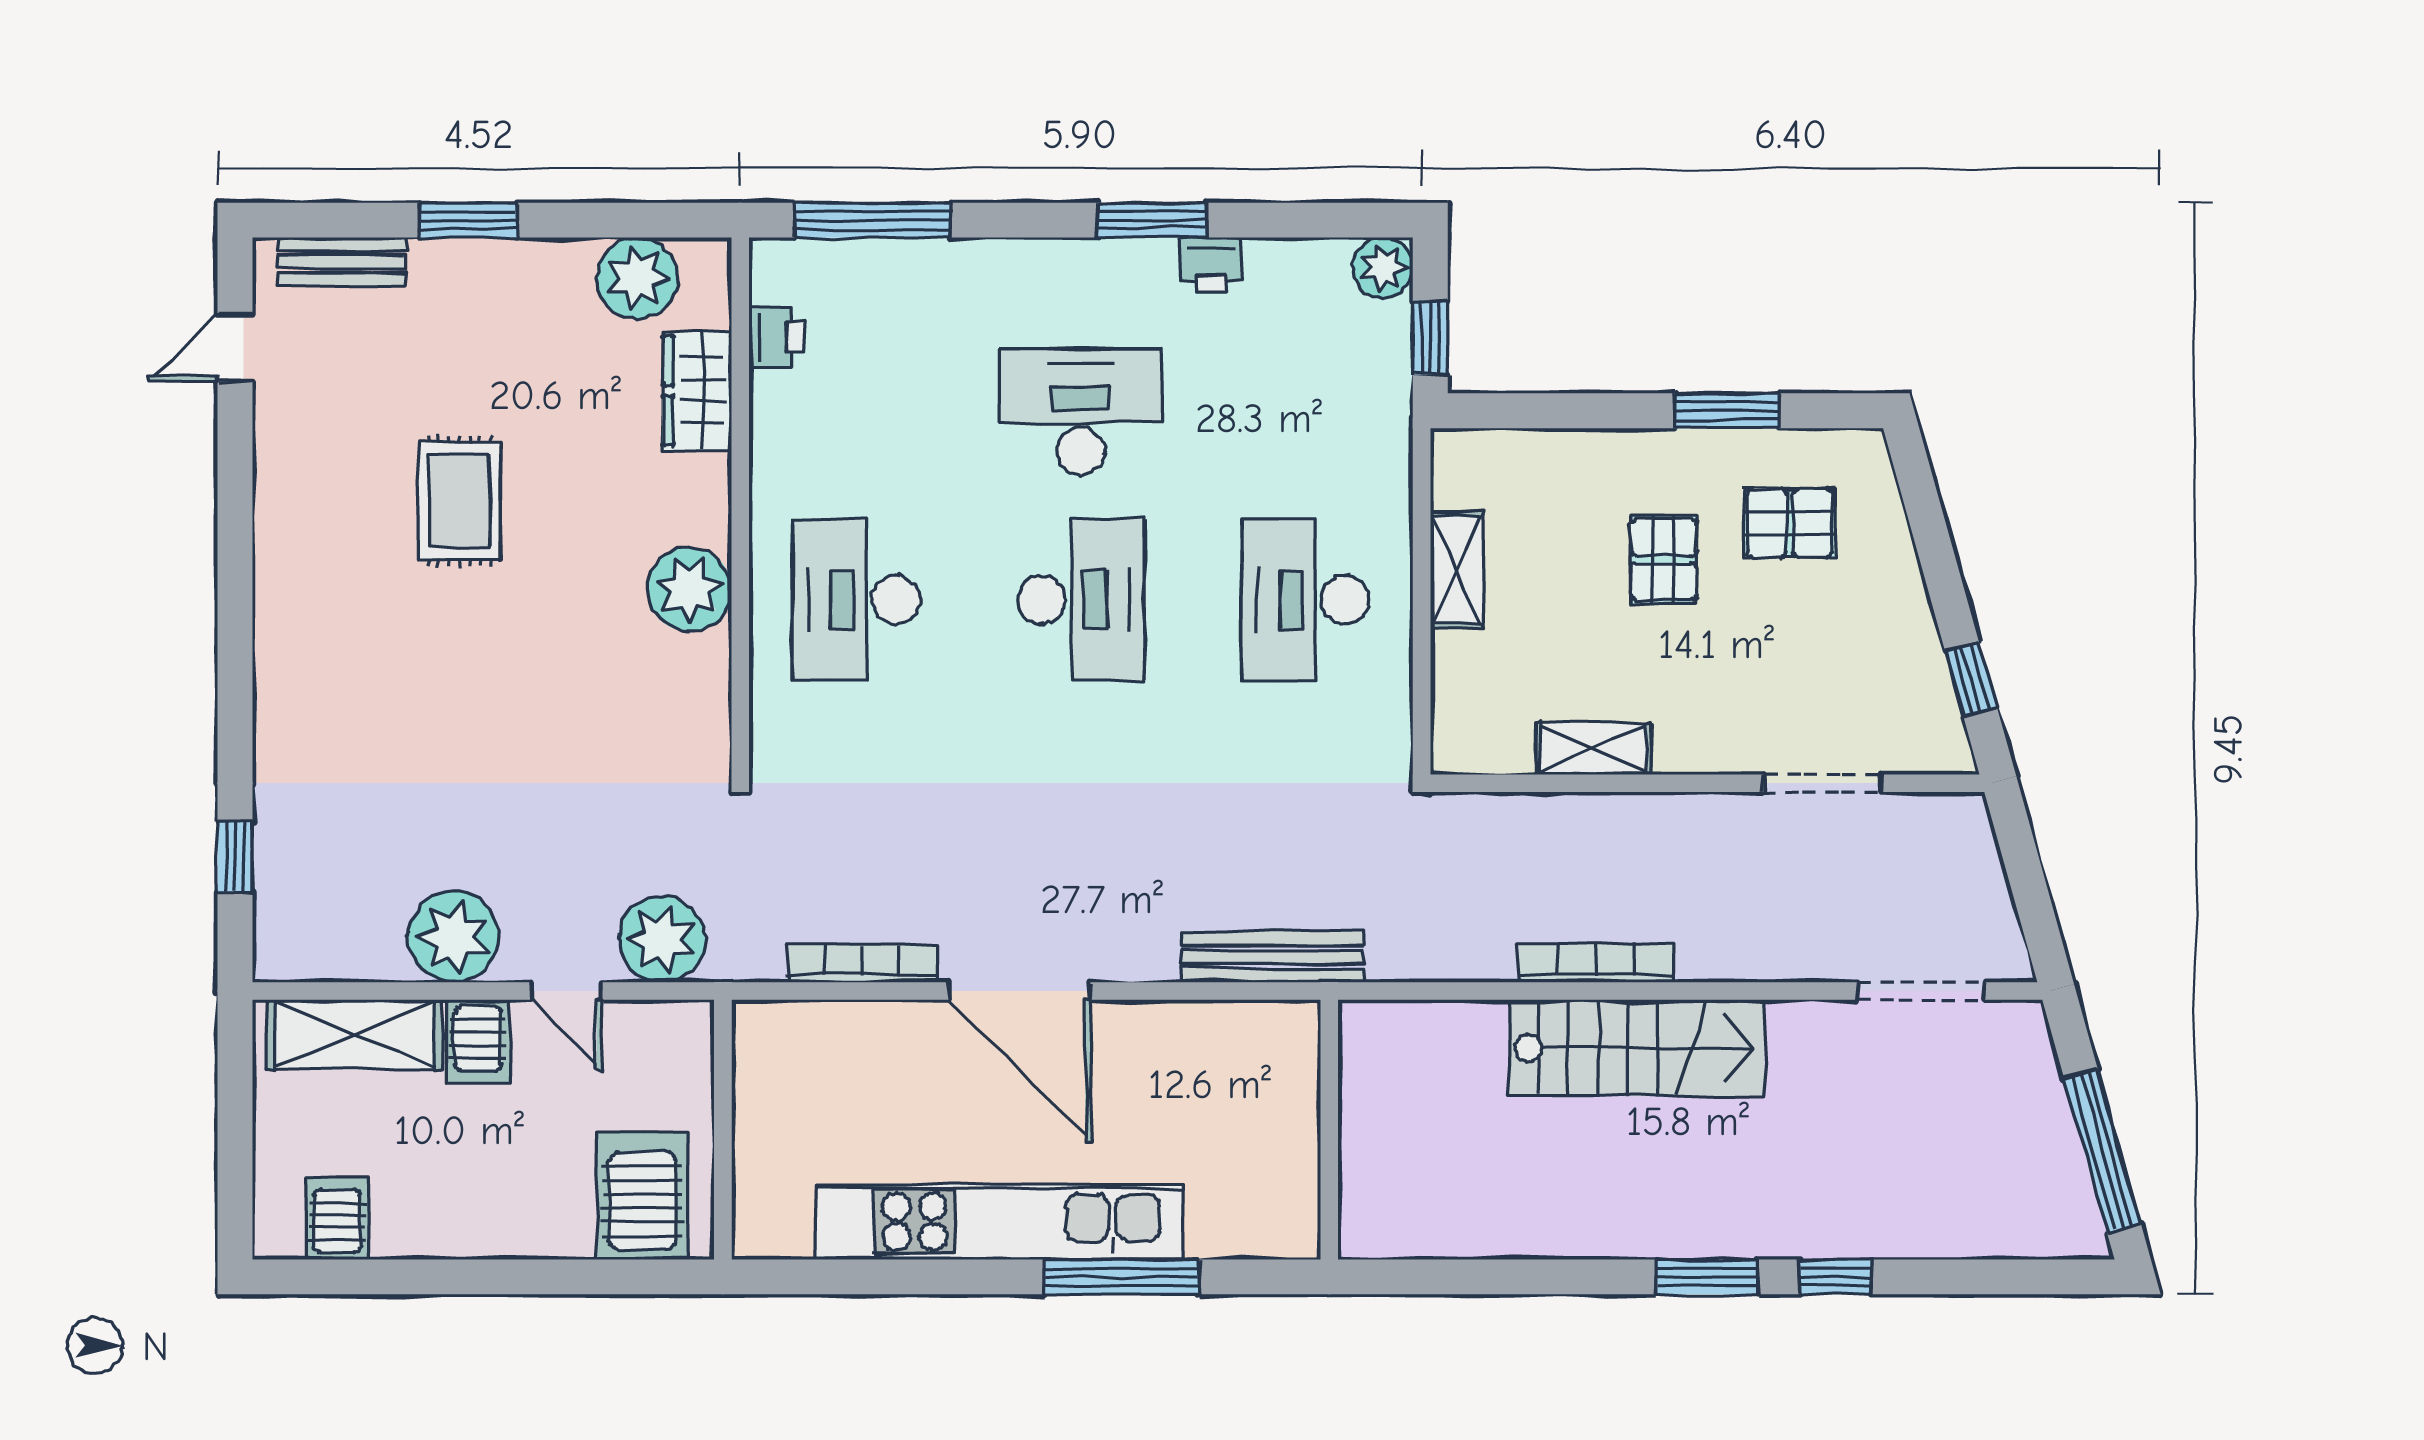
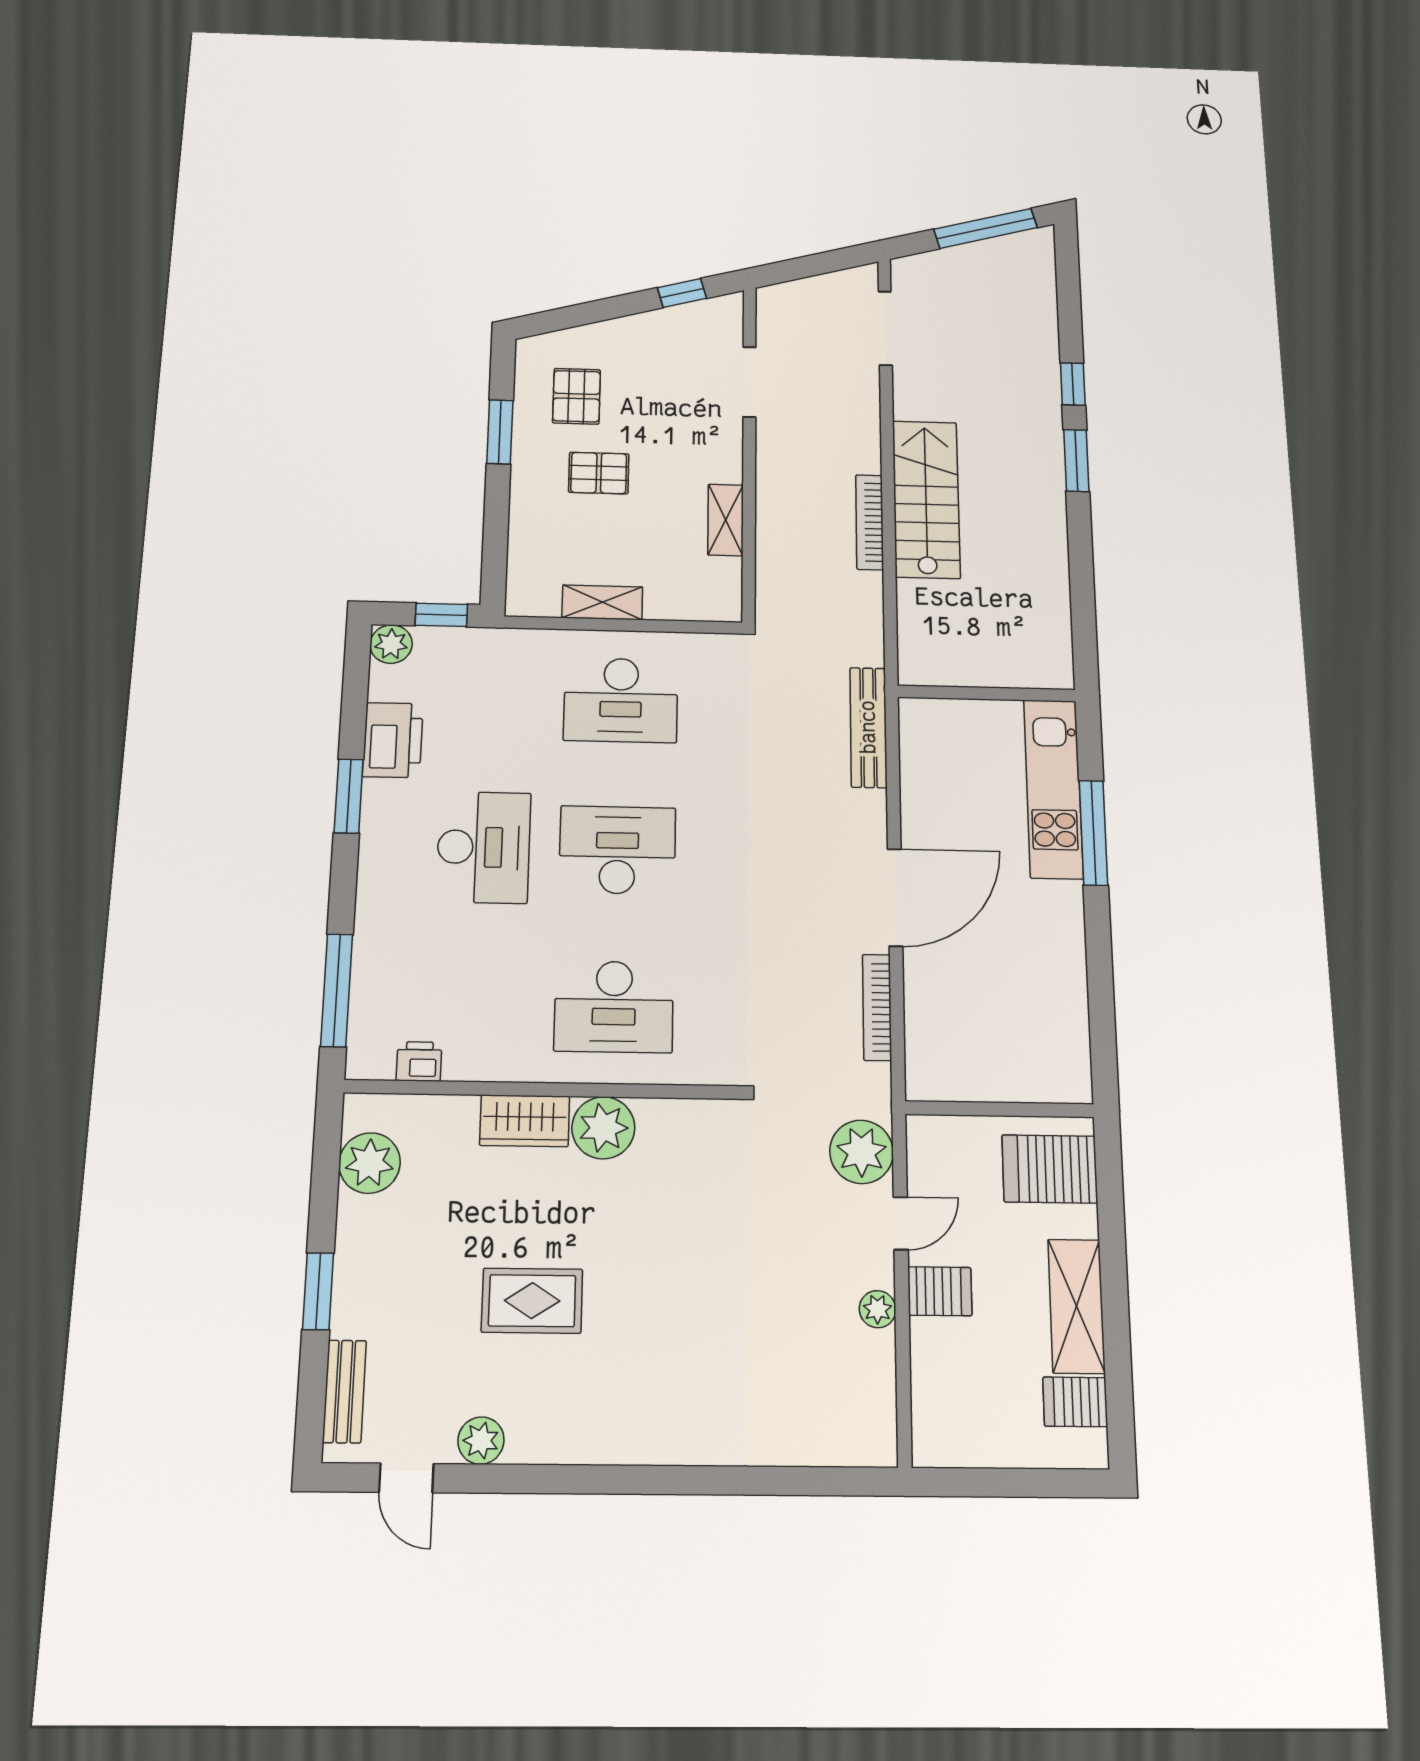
printer: (1211, 265) -> (393, 740), width x1.87, depth x1.48
wardrobe: (697, 391) -> (525, 1121), moved
desk: (1081, 412) -> (484, 847), turned 180
plant: (282, 441) -> (481, 1441), added
window: (235, 857) -> (802, 1481), removed
plant: (454, 937) -> (878, 1309), width x0.53, depth x0.53
shelving: (354, 1035) -> (1076, 1306), moved
kitchen unit: (999, 1222) -> (1053, 788), moved, width x0.73

